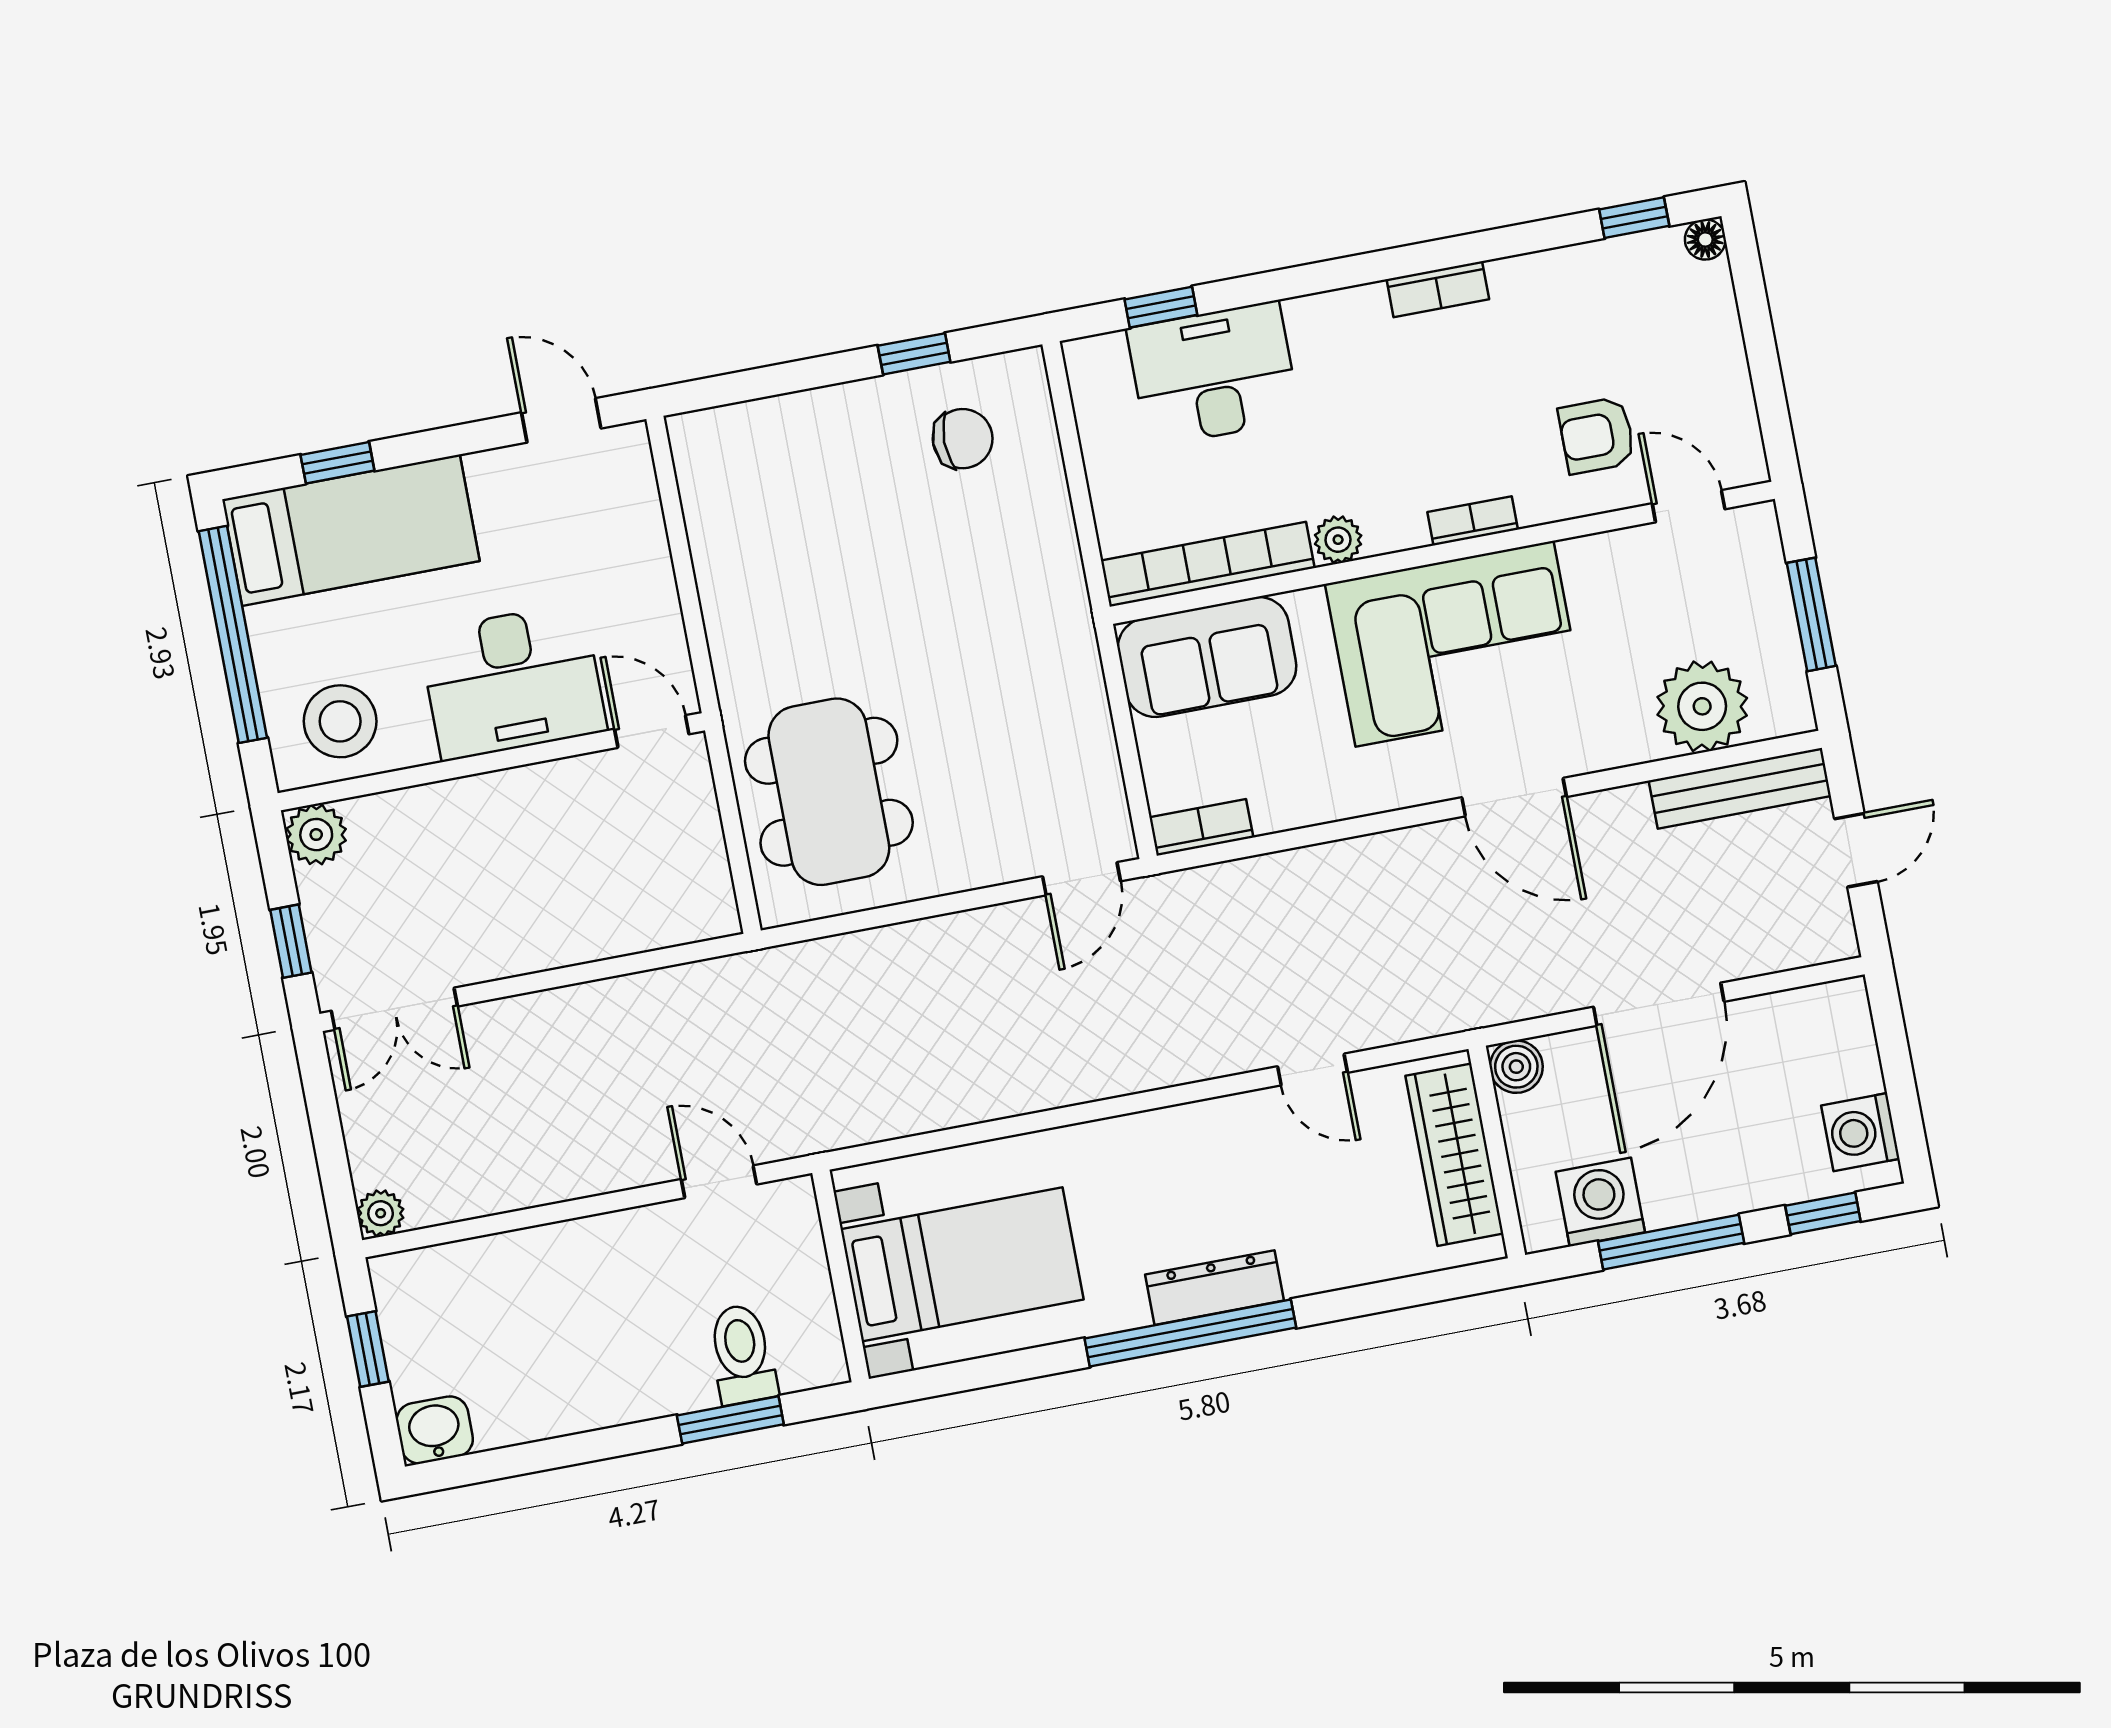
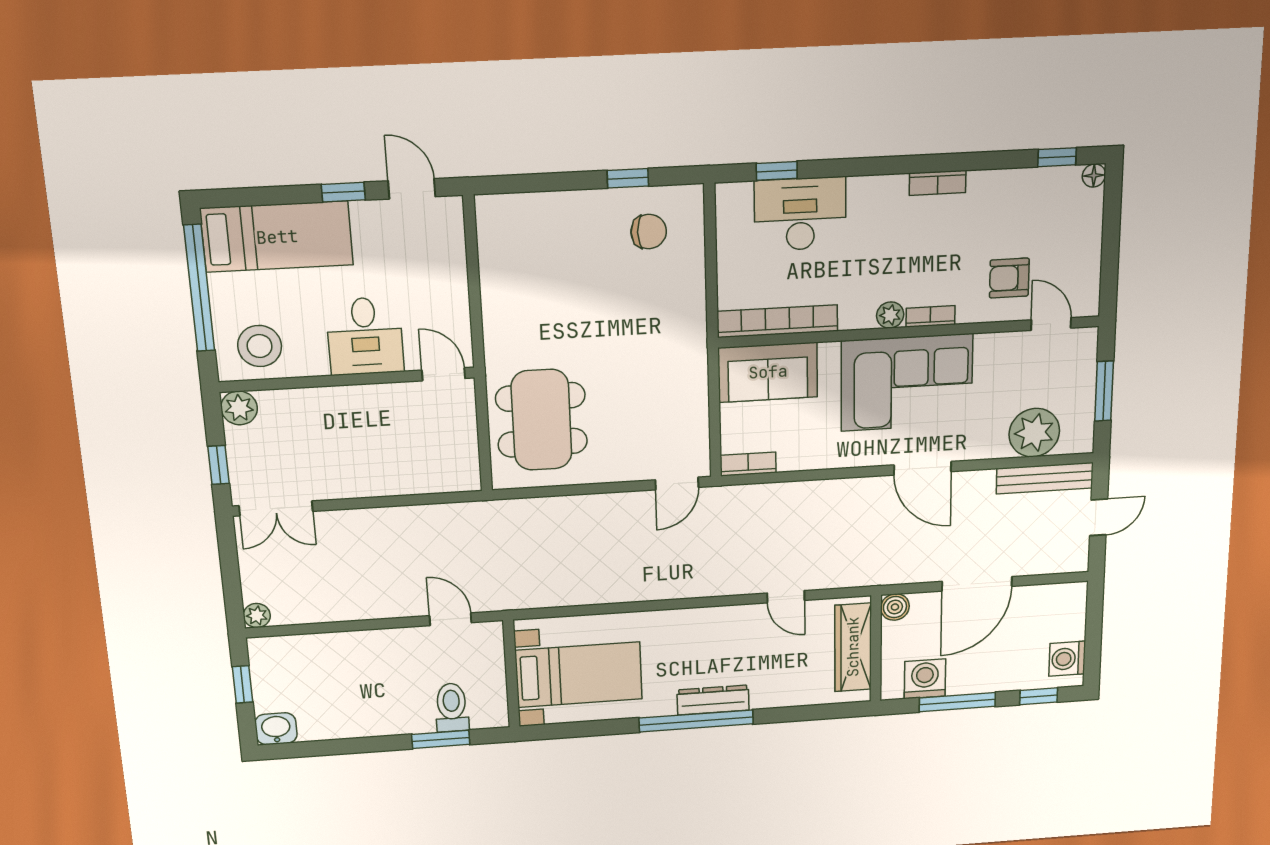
window: (337, 463) -> (343, 192), moved
plant: (1338, 540) -> (890, 315), moved
desk: (513, 681) -> (365, 336), width x0.73

